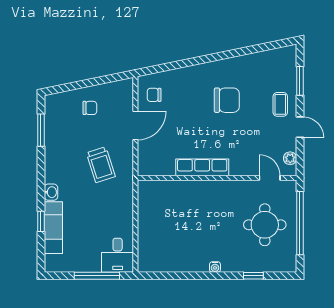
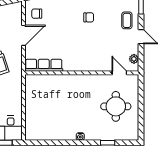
chair: (227, 100) -> (89, 17), width x0.54, depth x0.54
row of seats: (202, 167) -> (44, 65), moved
window: (300, 223) -> (141, 105), removed

